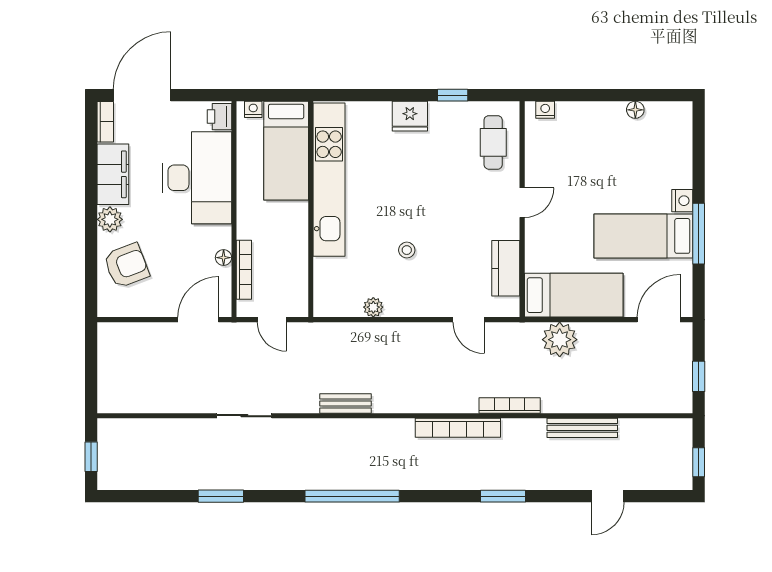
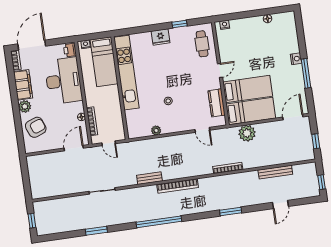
bed: (643, 236) -> (248, 89), moved, turned 180
bookcase: (458, 428) -> (178, 186), moved
bench: (582, 428) -> (275, 172), moved

